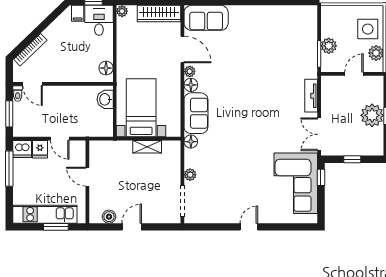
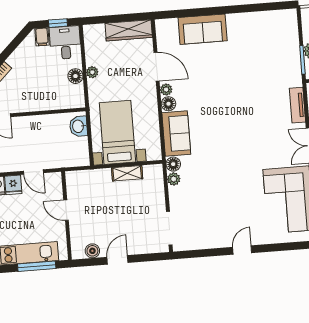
plant: (122, 11) -> (92, 72), moved
sofa: (206, 18) -> (203, 29), moved
floor lamp: (106, 68) -> (75, 76), moved
plant: (190, 175) -> (174, 179), moved
window: (56, 227) -> (37, 266), width x1.44

